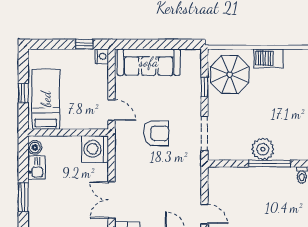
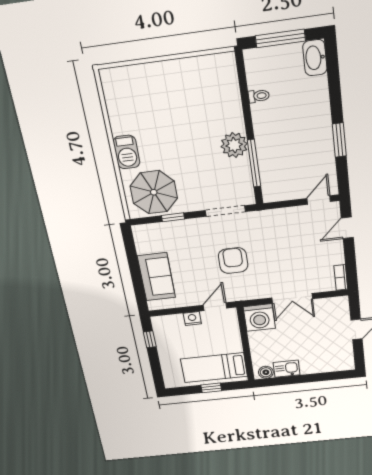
nightstand: (102, 56) -> (192, 319), moved
sofa: (149, 62) -> (156, 277), width x0.73
window: (270, 163) -> (254, 163), moved
window: (23, 197) -> (319, 377), removed
double door: (112, 200) -> (292, 298), moved

